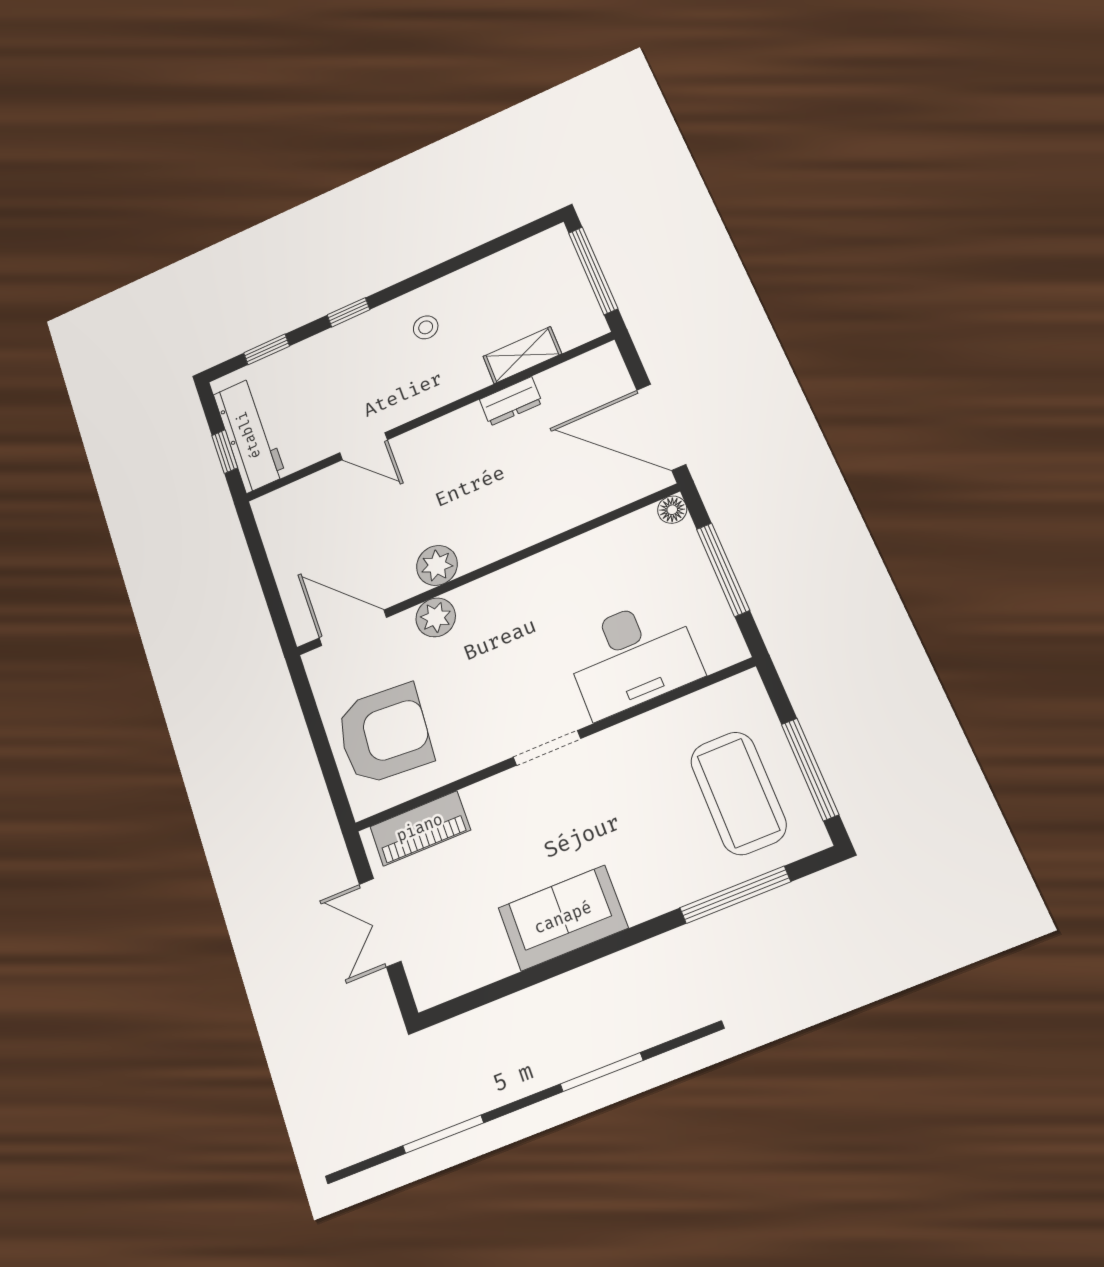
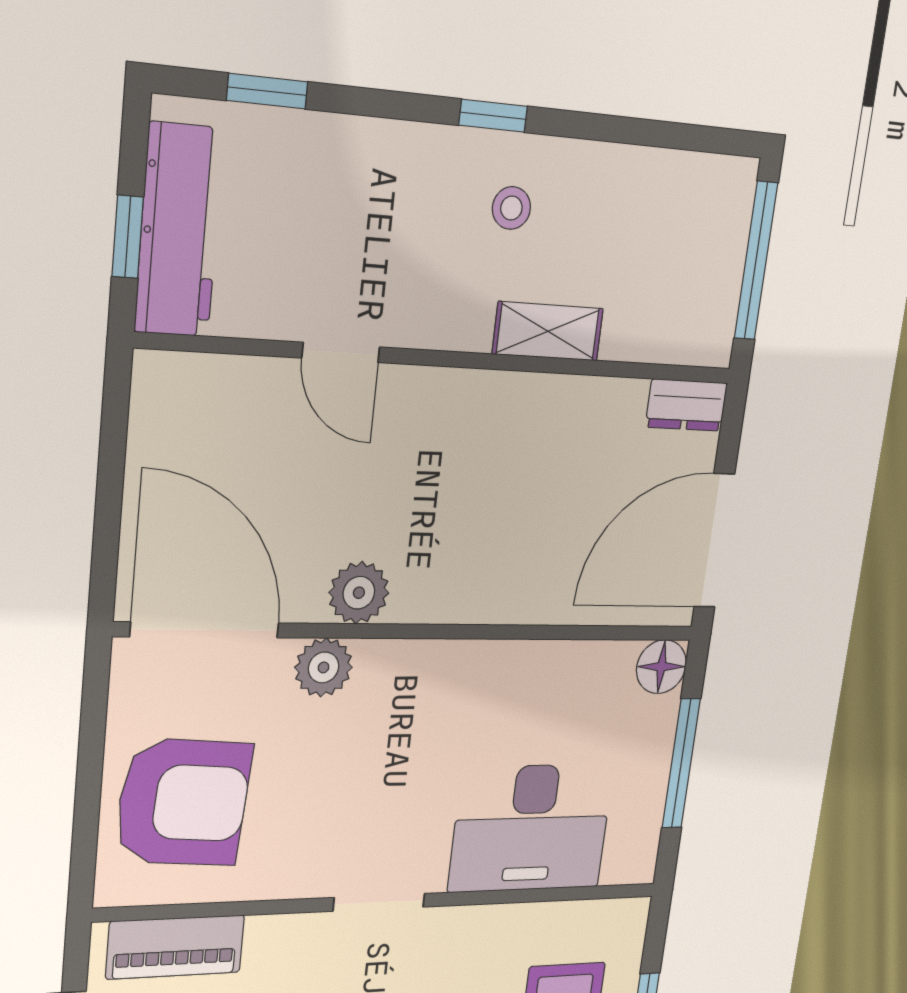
window: (348, 312) -> (493, 116), moved
shelving: (522, 355) -> (548, 331), moved
dresser: (511, 401) -> (687, 405), moved
door: (661, 427) -> (714, 541), hinge flipped
floor lamp: (672, 510) -> (661, 667), width x1.37, depth x1.37
door: (353, 628) -> (205, 630), width x1.36

